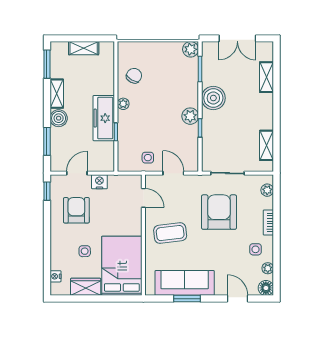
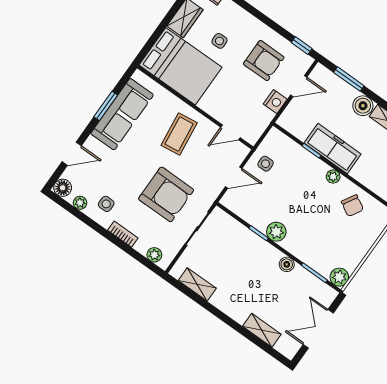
boiler: (213, 98) -> (287, 264), width x0.54, depth x0.54
door: (77, 173) -> (299, 86), hinge flipped

